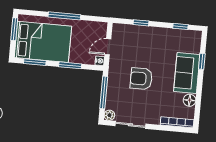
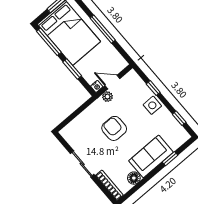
side table: (152, 36) -> (152, 105), added
window: (35, 62) -> (49, 42), width x1.44
window: (104, 92) -> (77, 112), removed
plant: (109, 115) -> (107, 97), moved
sliding door: (130, 125) -> (82, 164), moved

